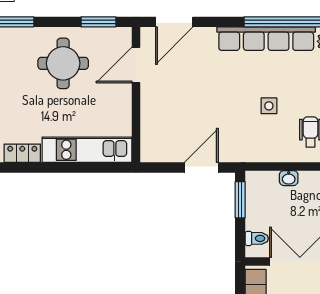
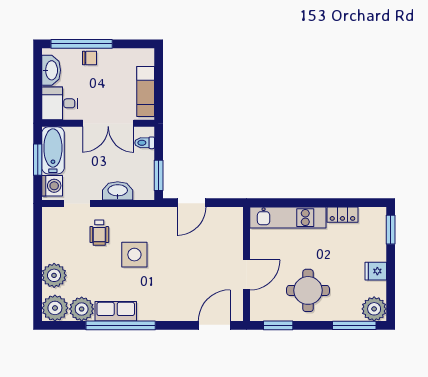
row of seats: (266, 39) -> (116, 311), width x0.50
door: (136, 65) -> (246, 275), moved
side table: (269, 106) -> (134, 255), width x1.87, depth x1.87
washbasin: (289, 178) -> (118, 191), width x1.91, depth x1.45

